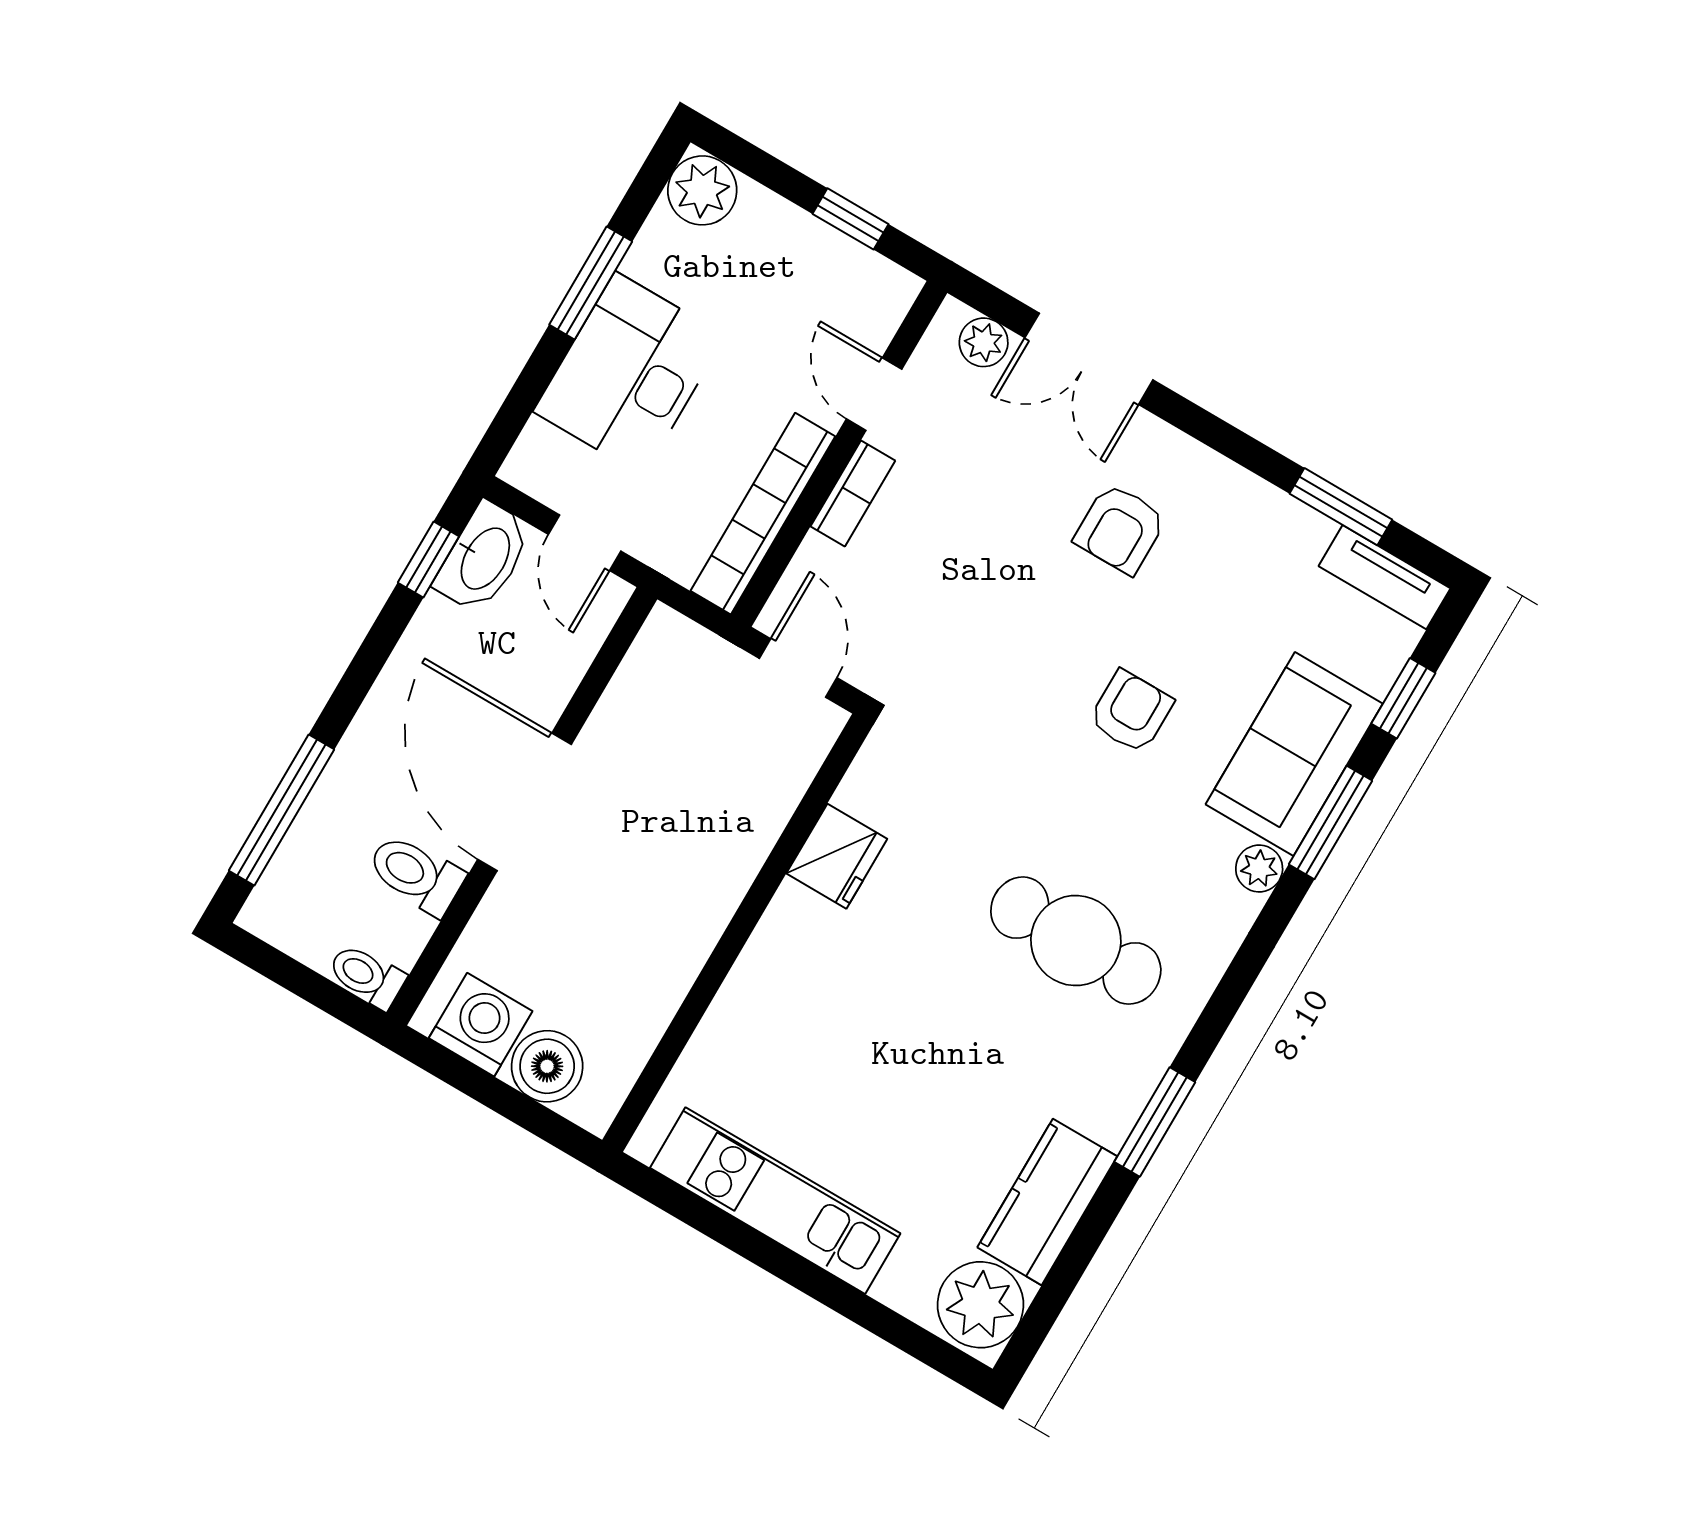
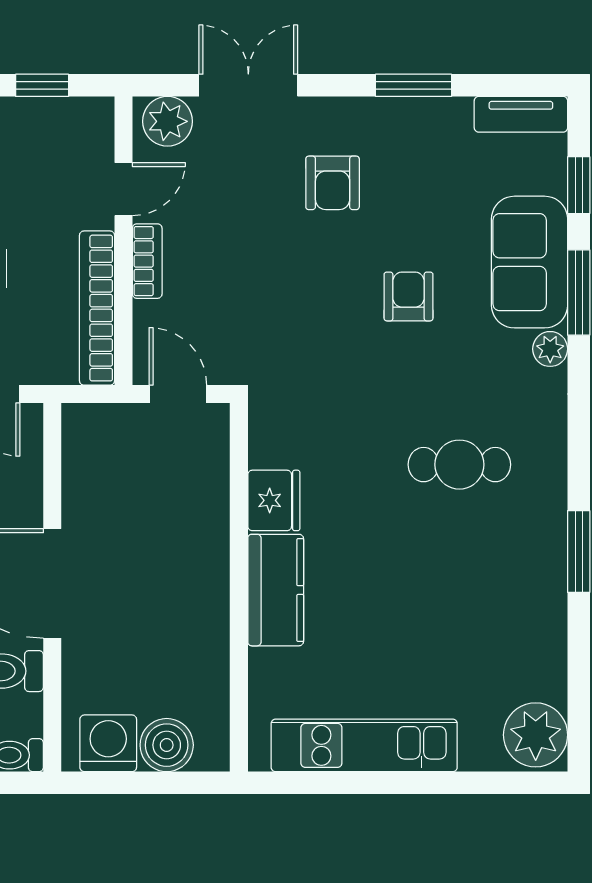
plant: (984, 342) -> (167, 121), width x1.38, depth x1.38
double door: (1089, 359) -> (248, 85), swing flipped
door: (874, 394) -> (123, 189), swing flipped
window: (1341, 507) -> (413, 85), moved
cafe table: (1076, 941) -> (459, 465), width x0.73, depth x0.74
kitchen counter: (1047, 1202) -> (276, 590), moved, turned 180

